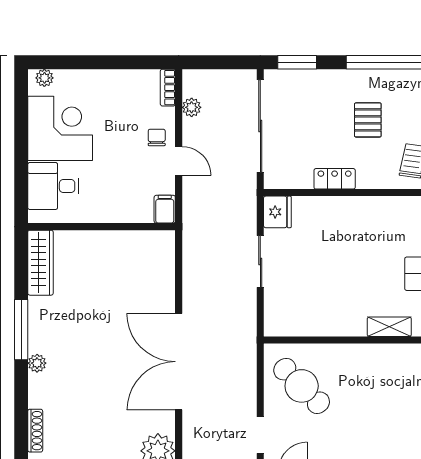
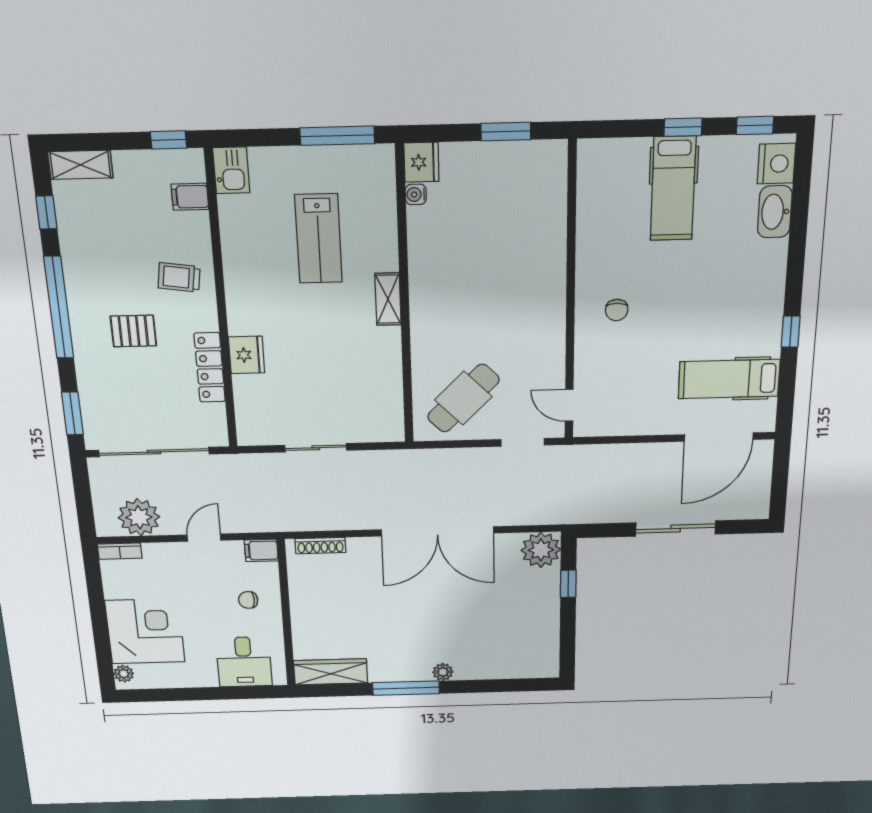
plant: (192, 107) -> (139, 517), width x1.87, depth x1.87
corner desk: (60, 128) -> (145, 631), moved, turned 90
chair: (157, 137) -> (248, 600), moved
locker: (335, 179) -> (210, 367), width x1.53
fridge: (277, 212) -> (247, 355), moved, turned 90
shoe rack: (35, 431) -> (320, 546), moved, turned 180

